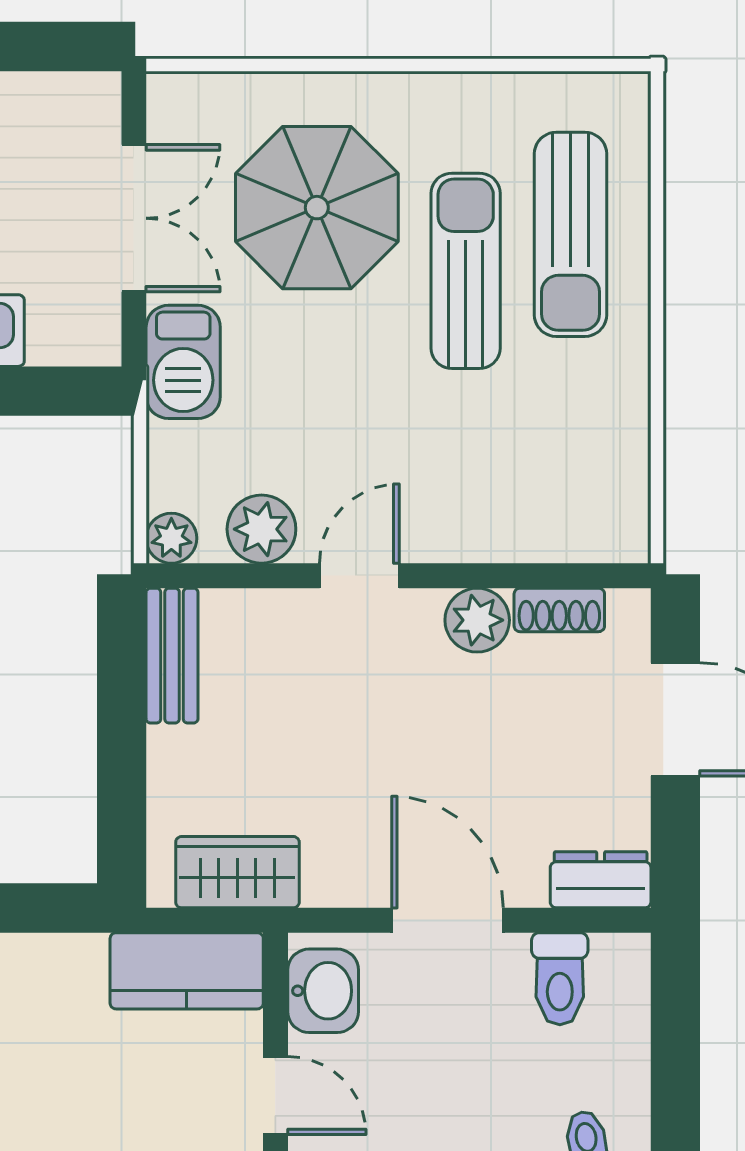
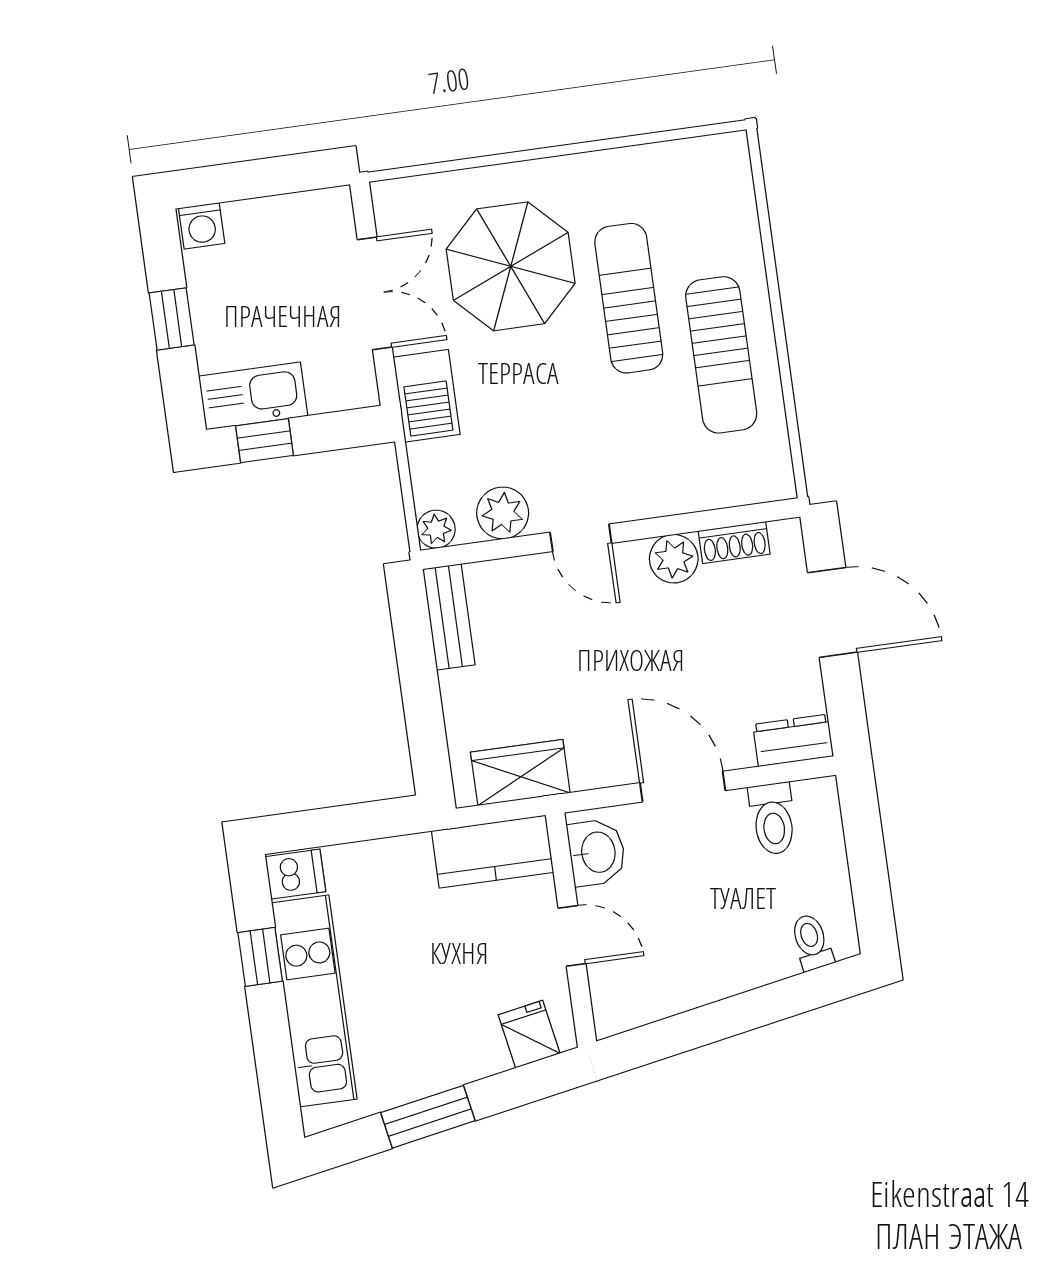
sun lounger: (570, 234) -> (721, 355), moved
door: (359, 576) -> (581, 538), swing flipped

